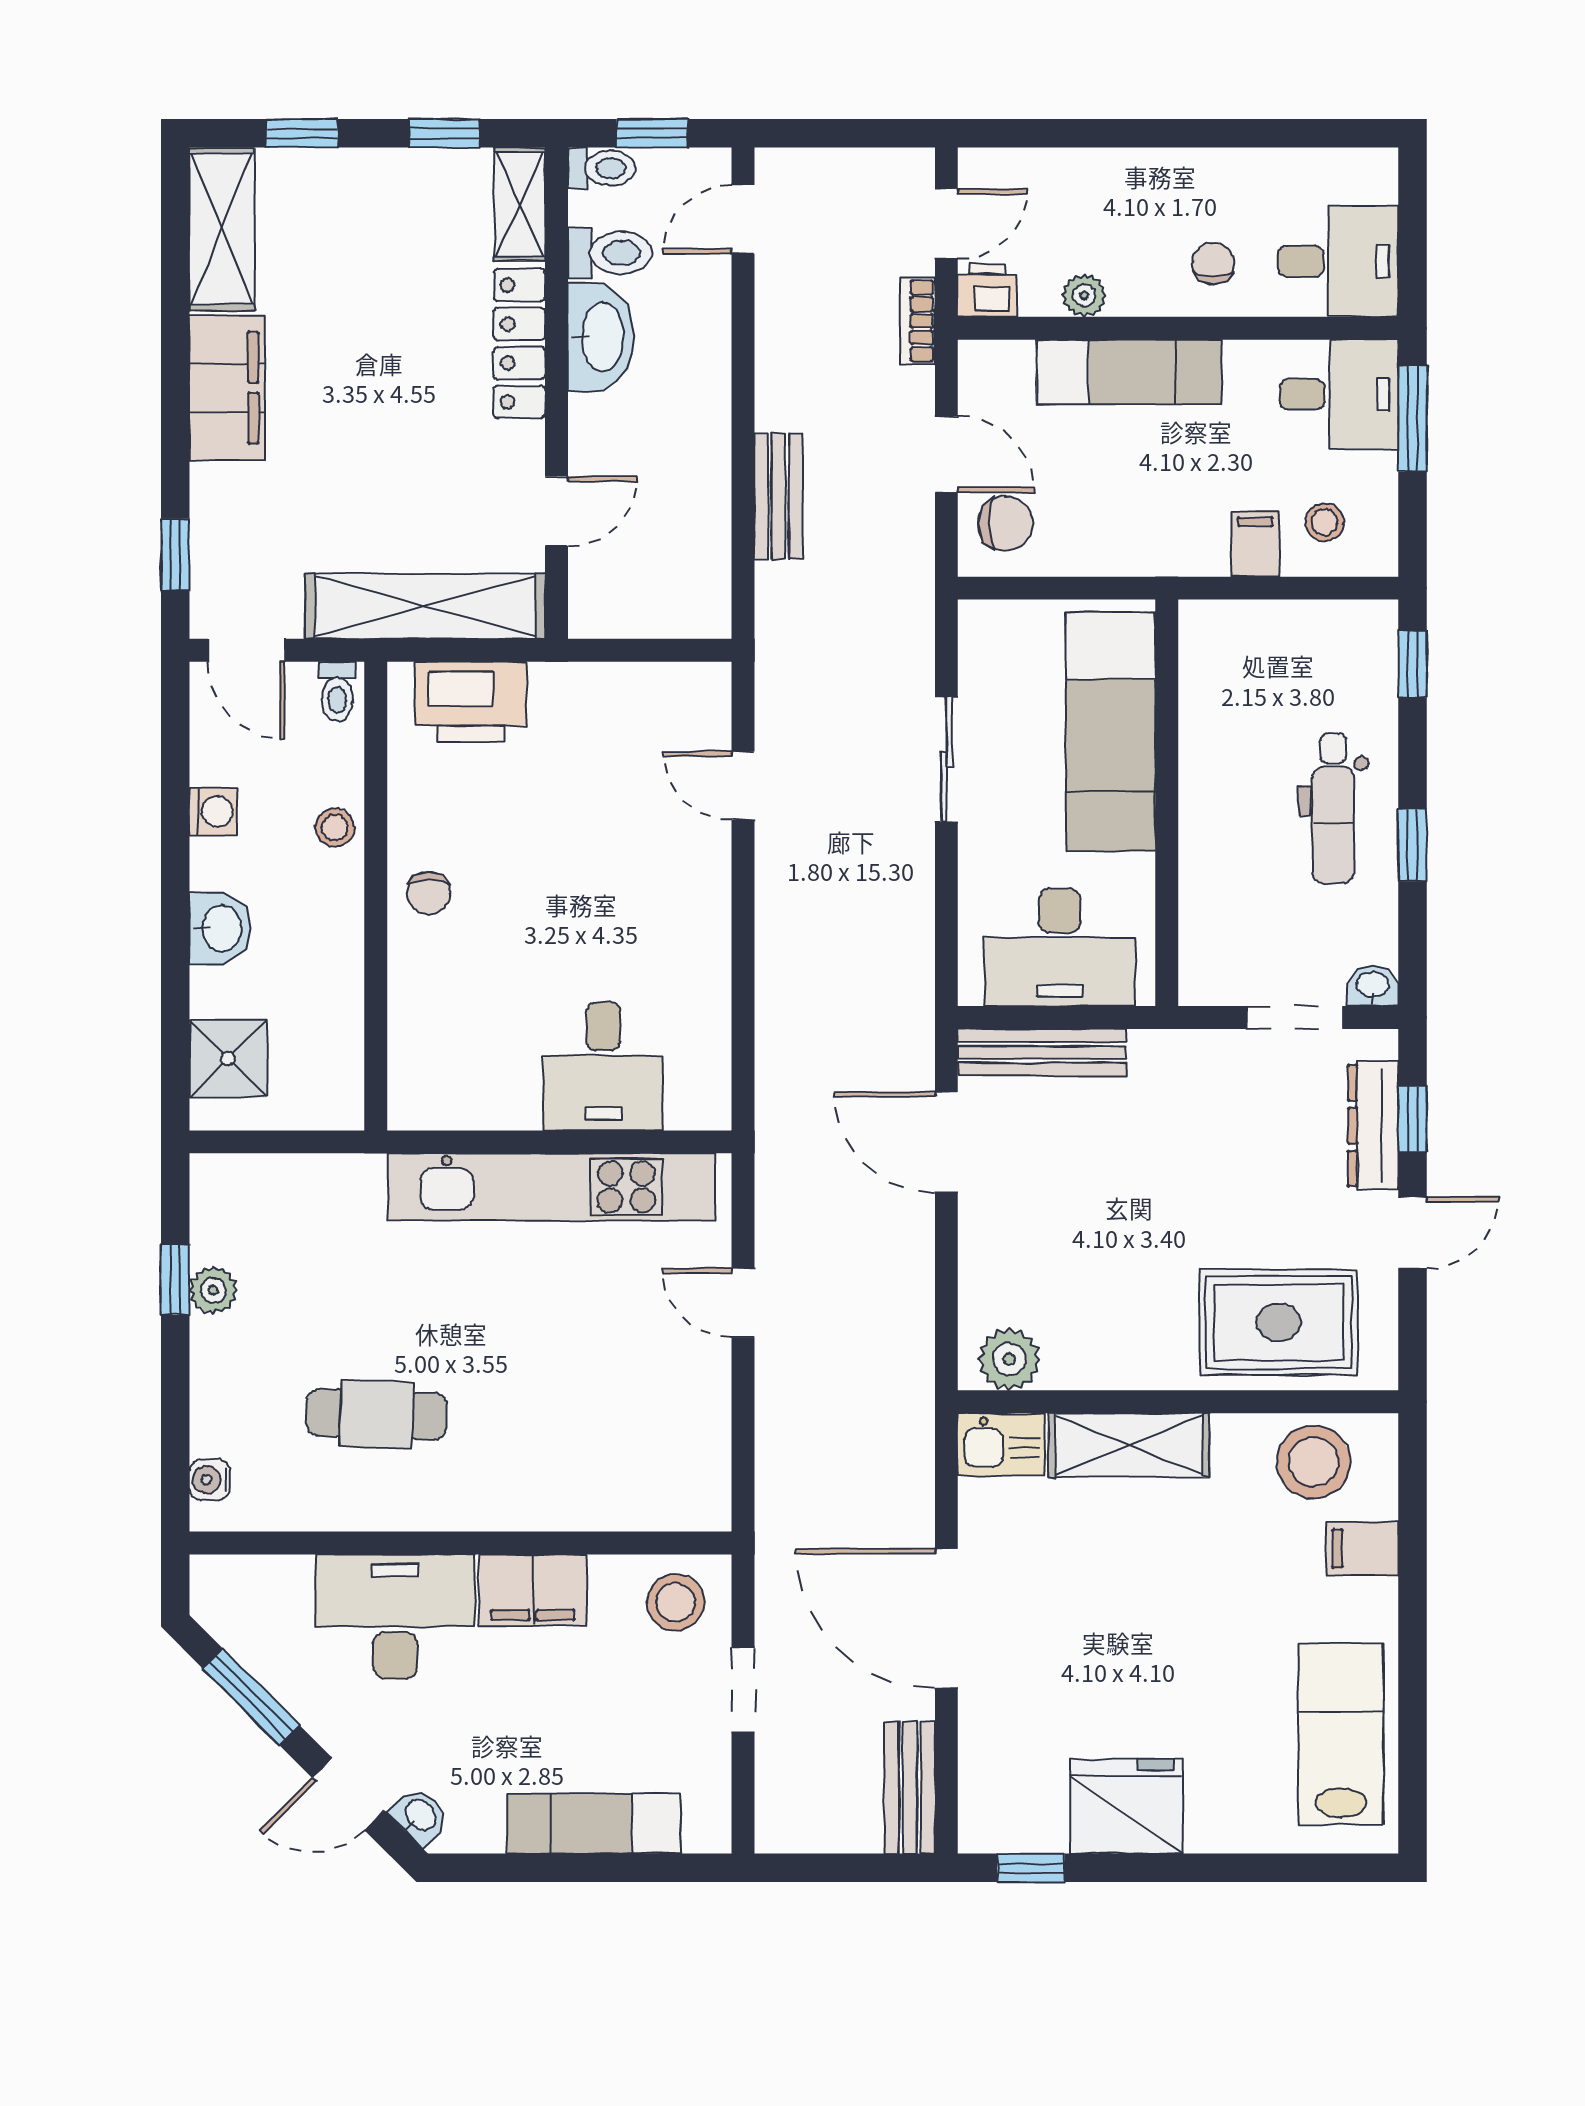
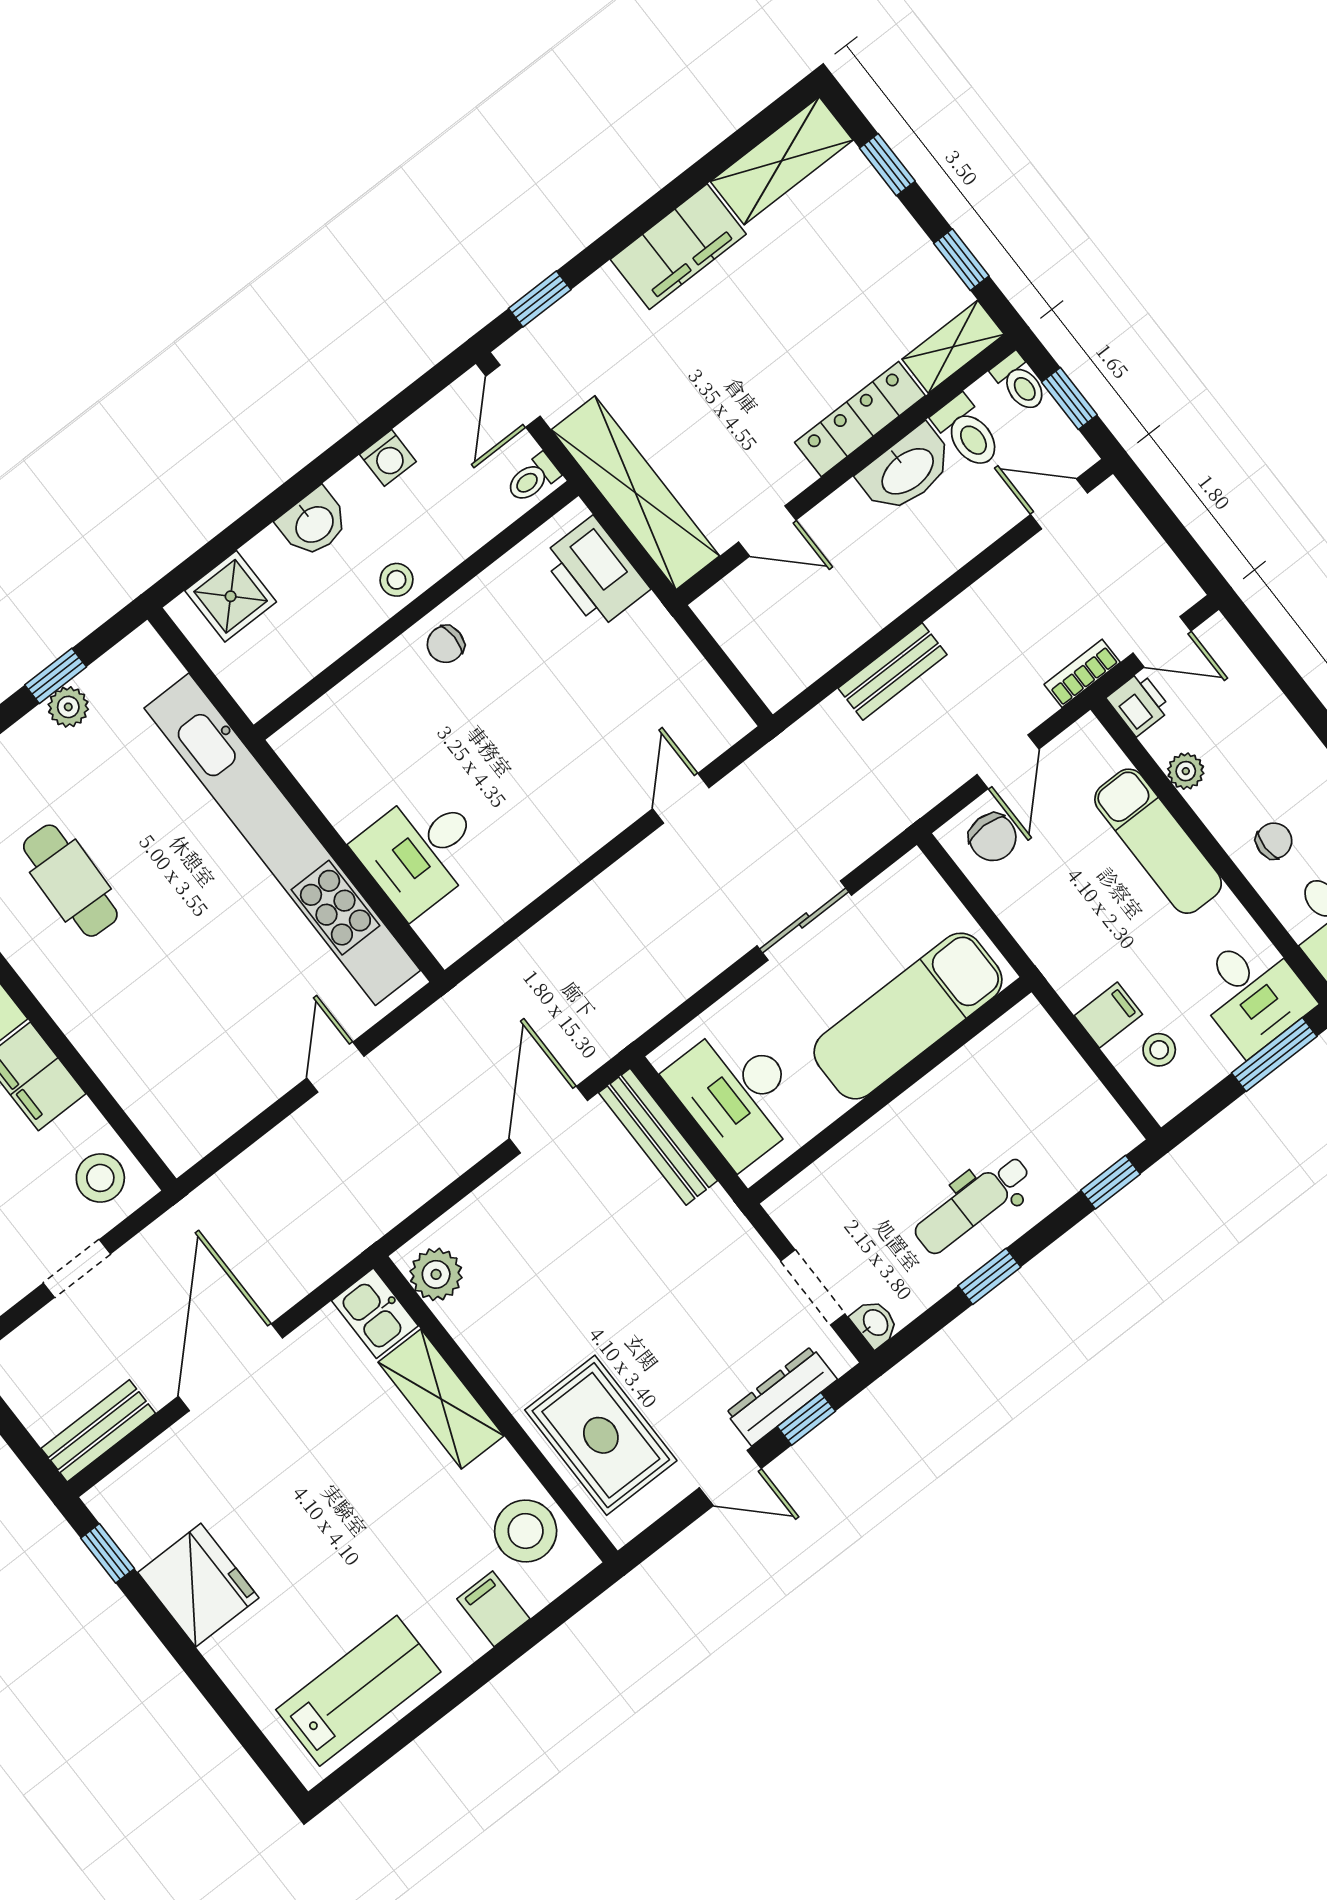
stool: (335, 828) -> (397, 580), moved
kitchen unit: (551, 1187) -> (282, 839), width x1.36

